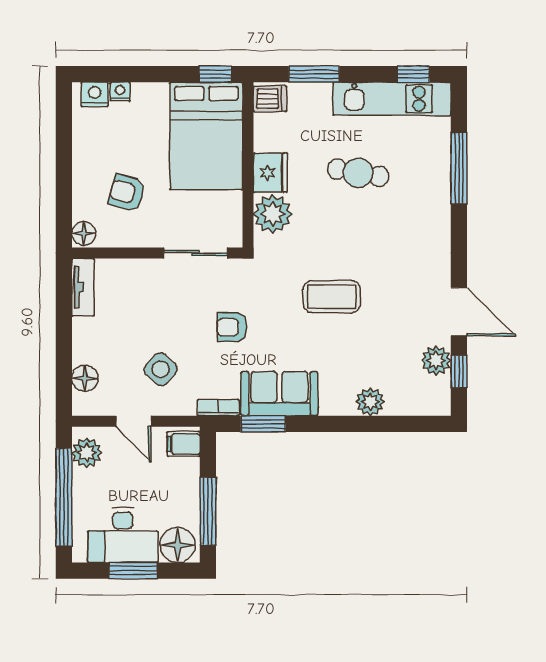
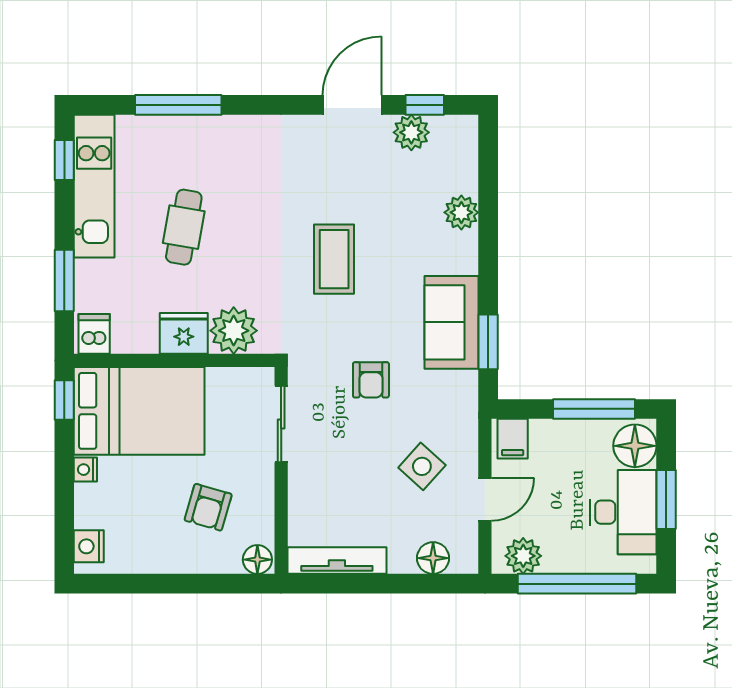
nightstand: (120, 92) -> (85, 470), moved
tv unit: (83, 287) -> (337, 561), width x1.41
bookcase: (218, 408) -> (468, 397), removed

